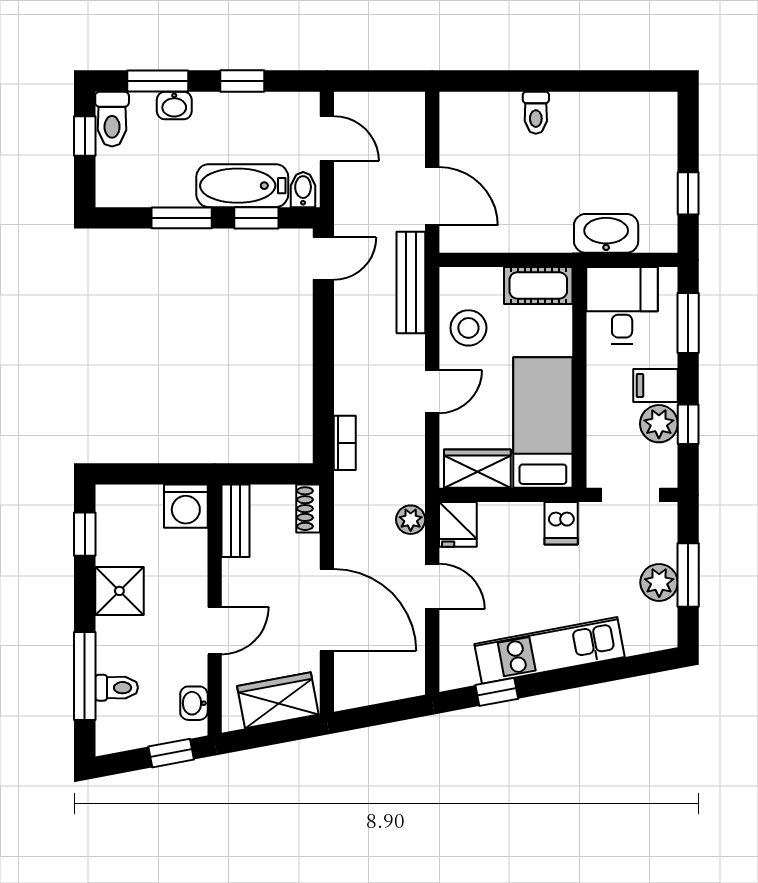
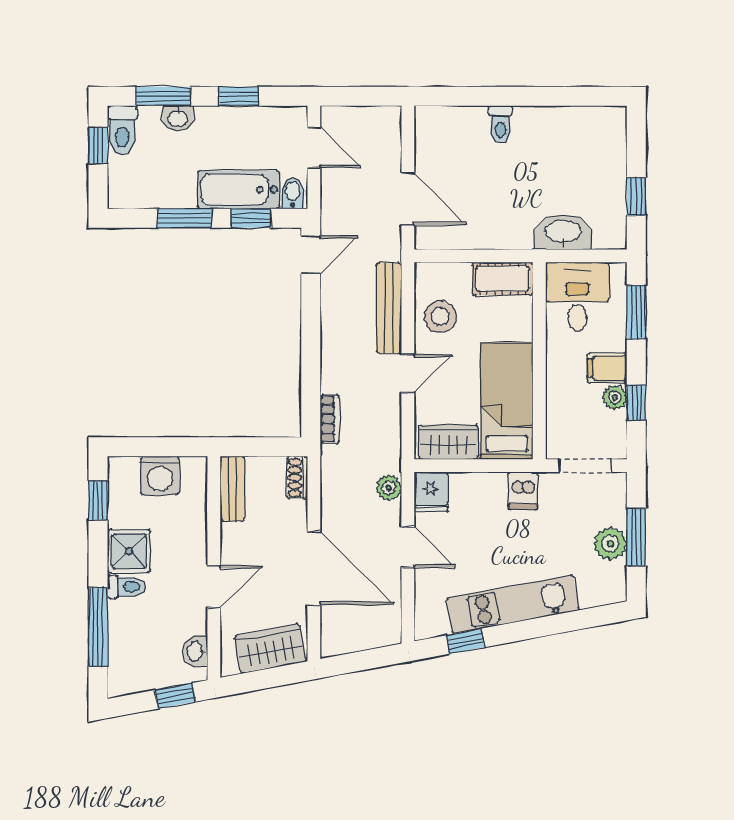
bench: (411, 283) -> (389, 308), moved
plant: (659, 424) -> (615, 397), width x0.73, depth x0.73
washing machine: (186, 506) -> (160, 476), moved
toilet: (117, 688) -> (126, 587), moved

